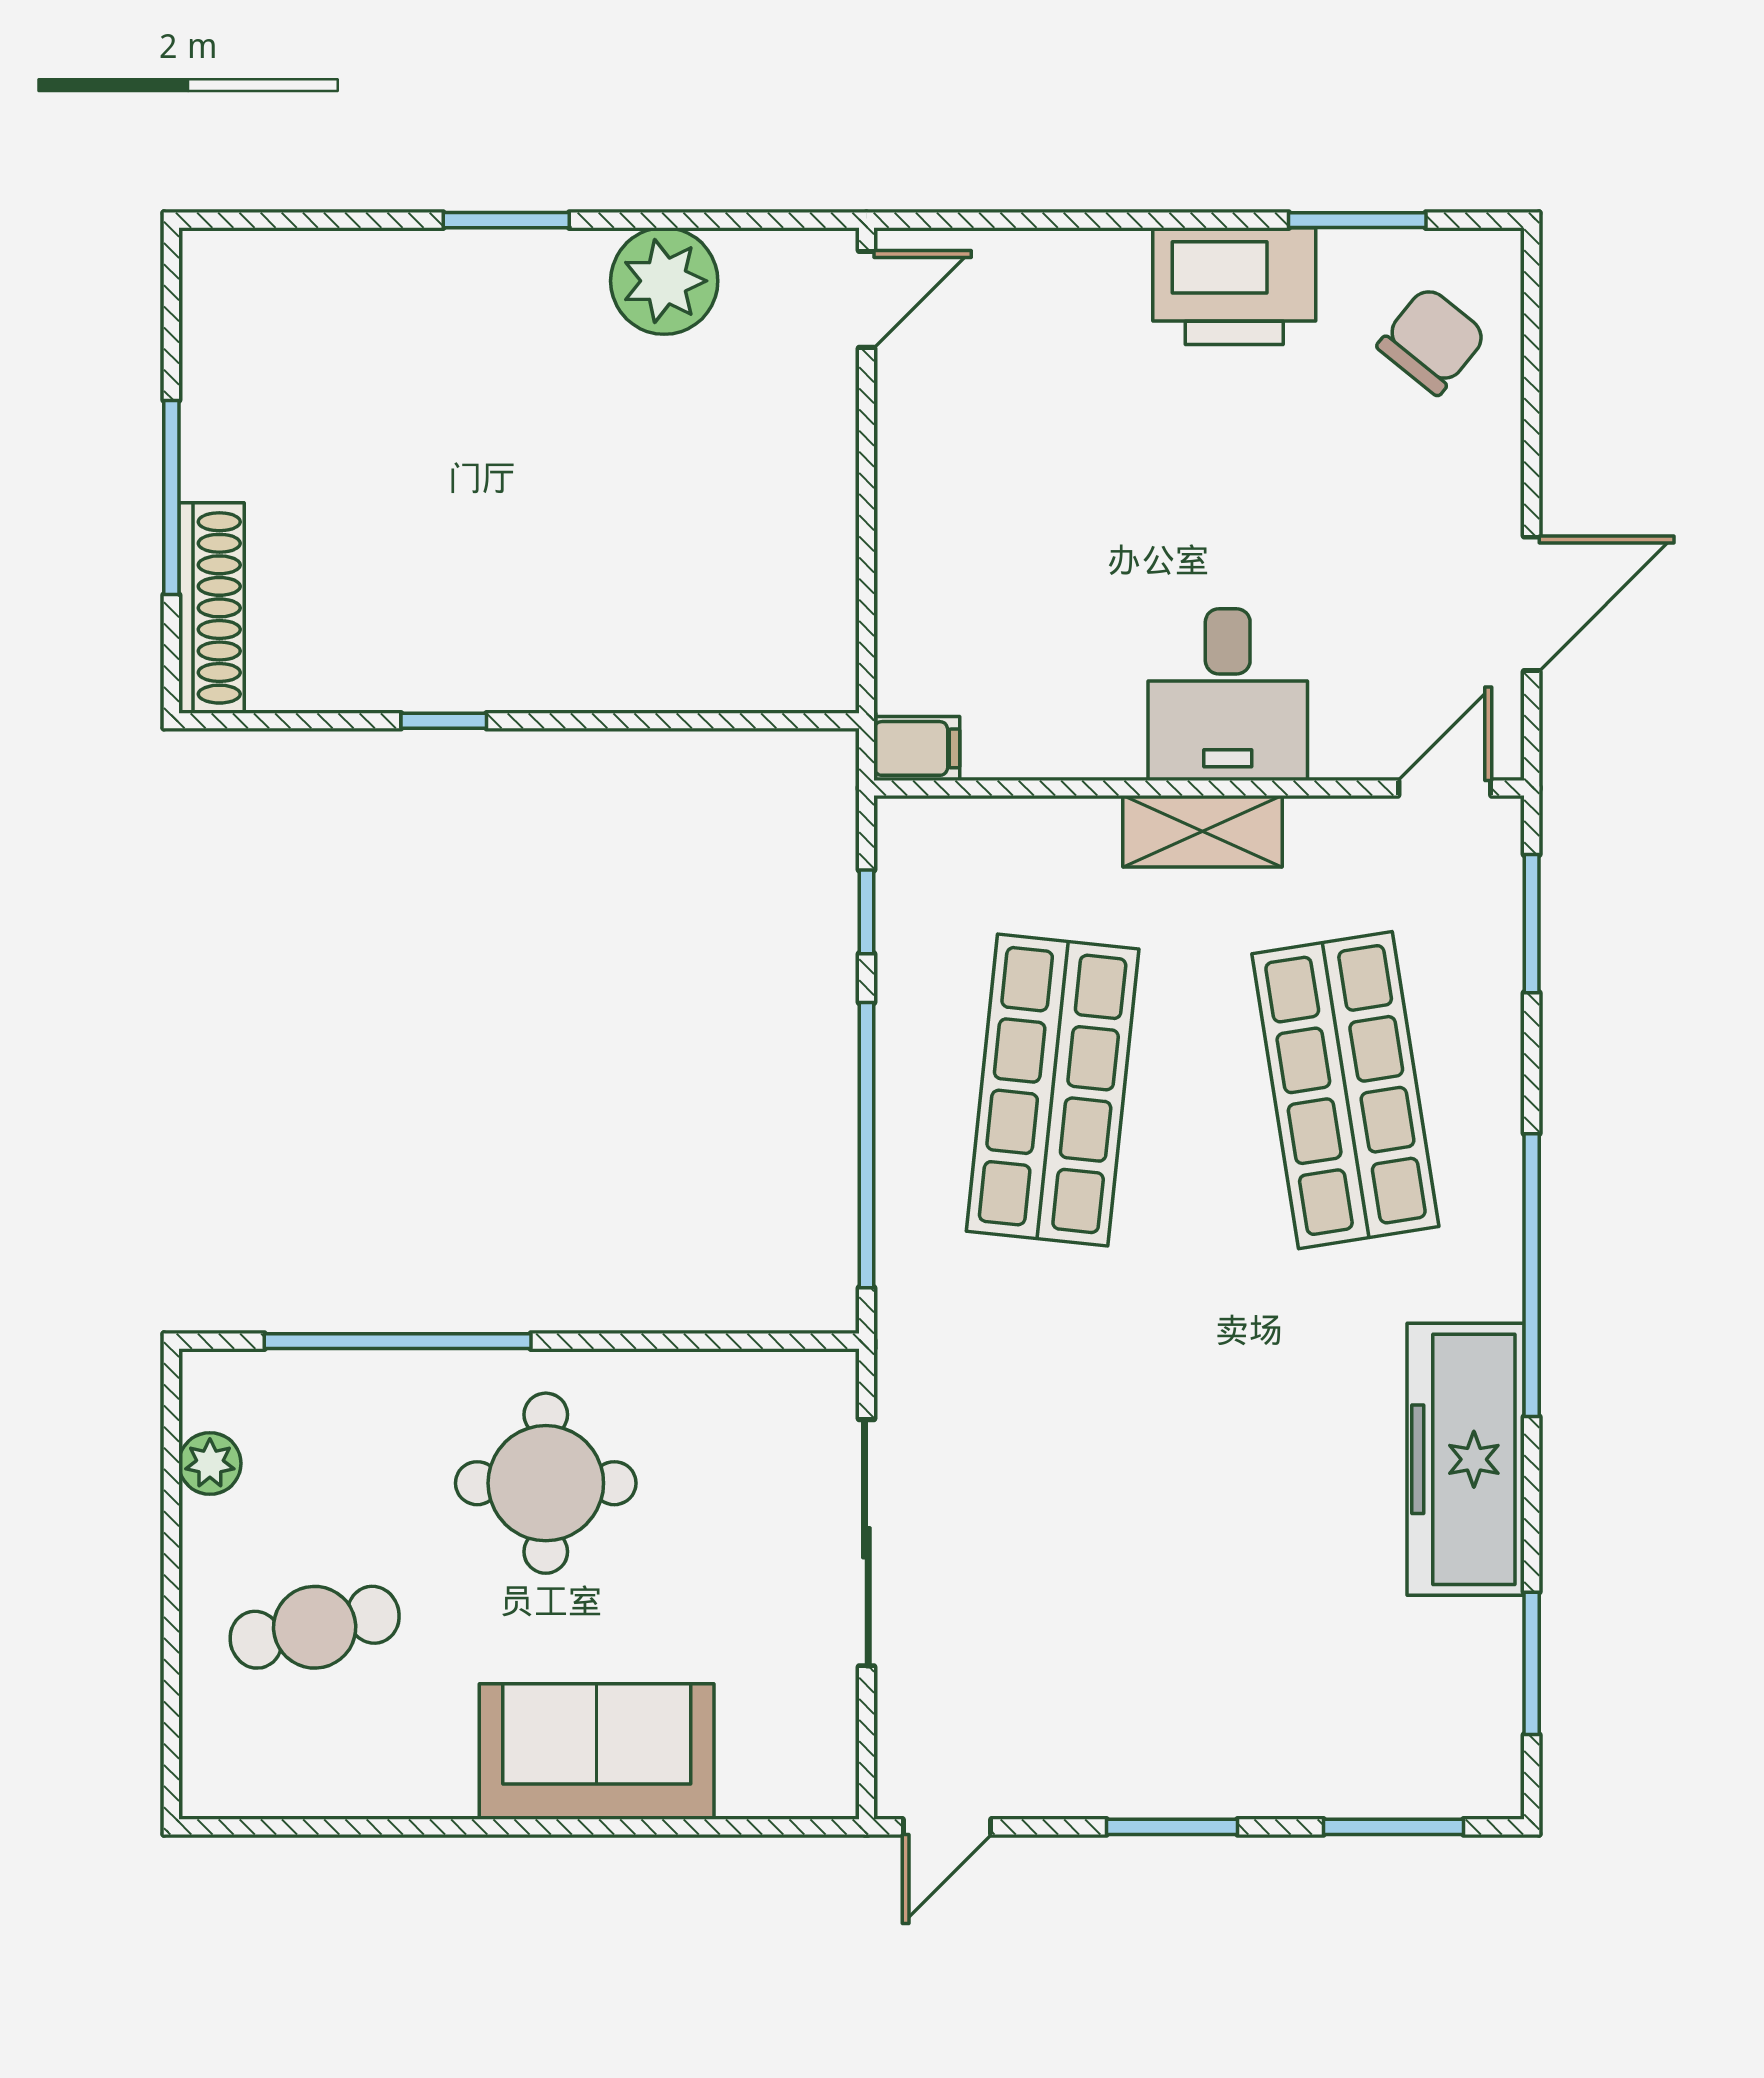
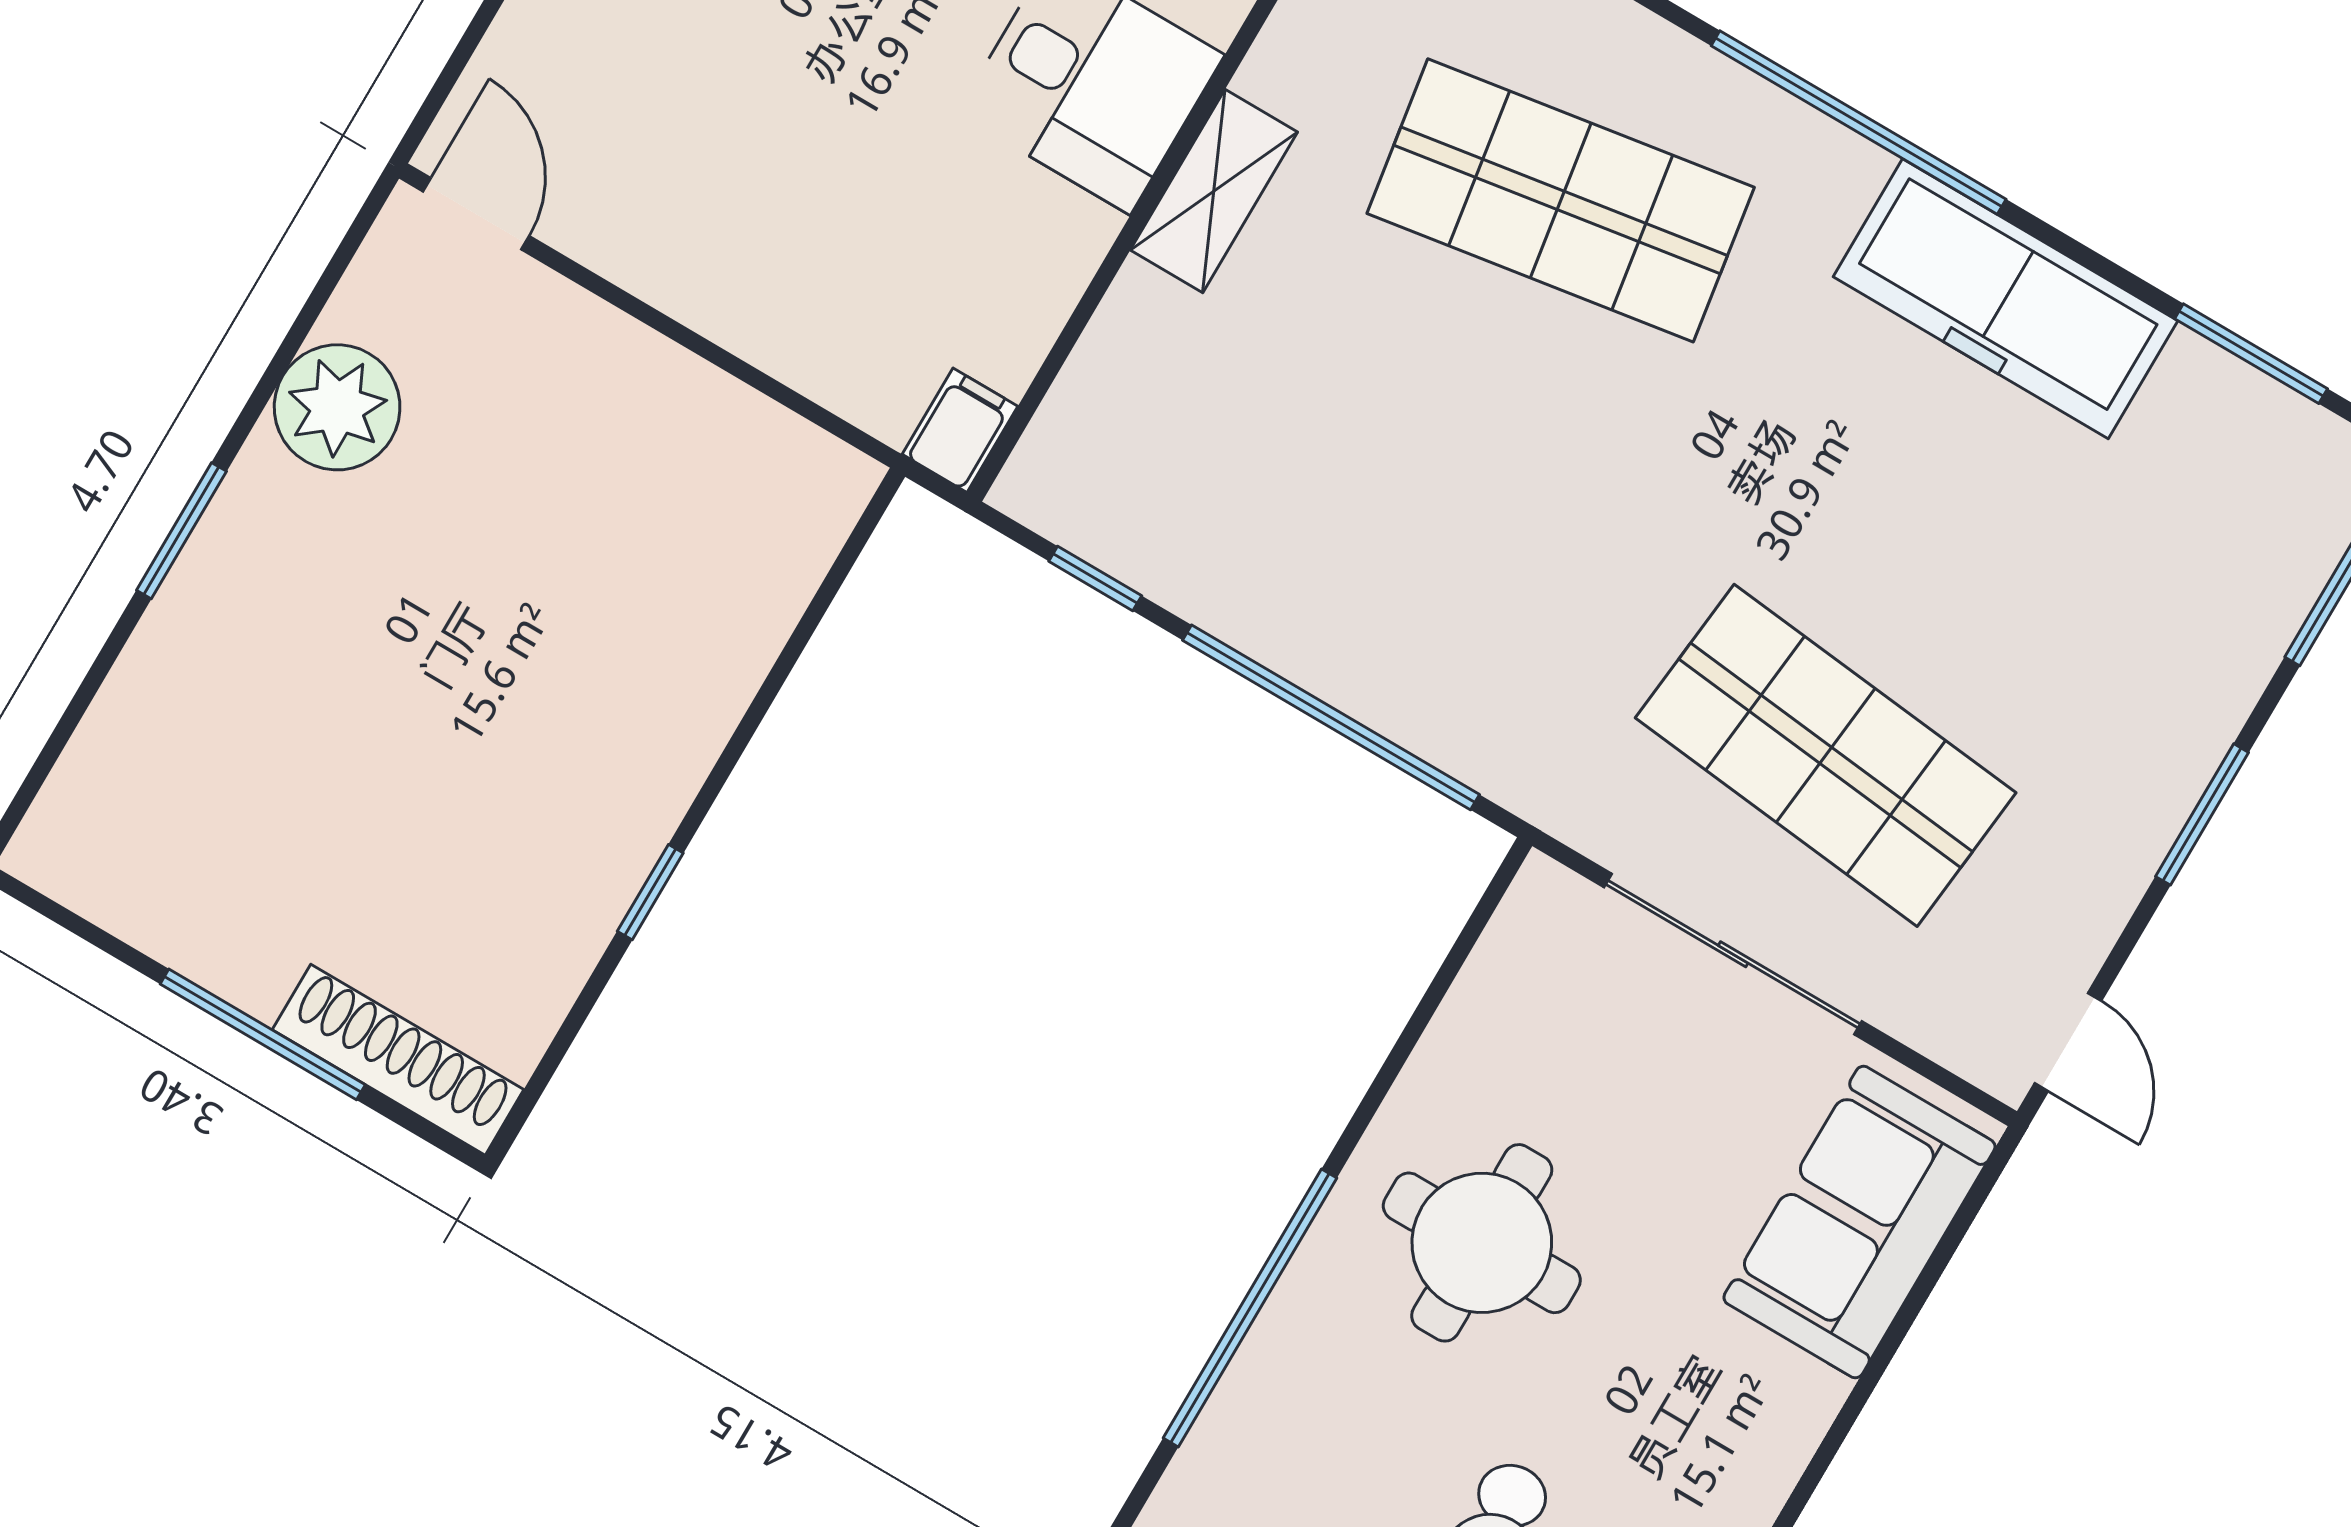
shop shelf: (1053, 1090) -> (1826, 755), moved
sofa: (597, 1752) -> (1859, 1222), moved

